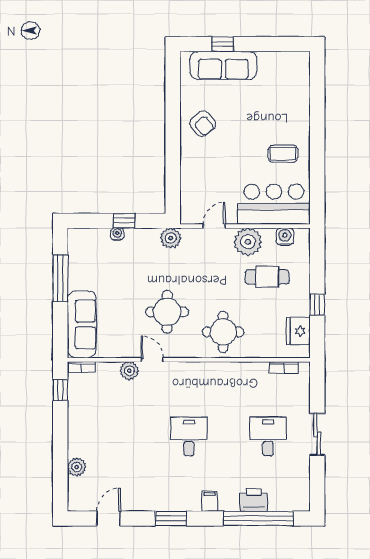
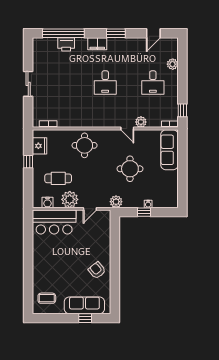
coffee table: (283, 154) -> (47, 298), moved
window: (60, 278) -> (182, 178), removed
round table: (167, 312) -> (130, 169), moved
desk: (268, 437) -> (153, 83), moved
filing cabinet: (210, 501) -> (97, 44), width x2.00

